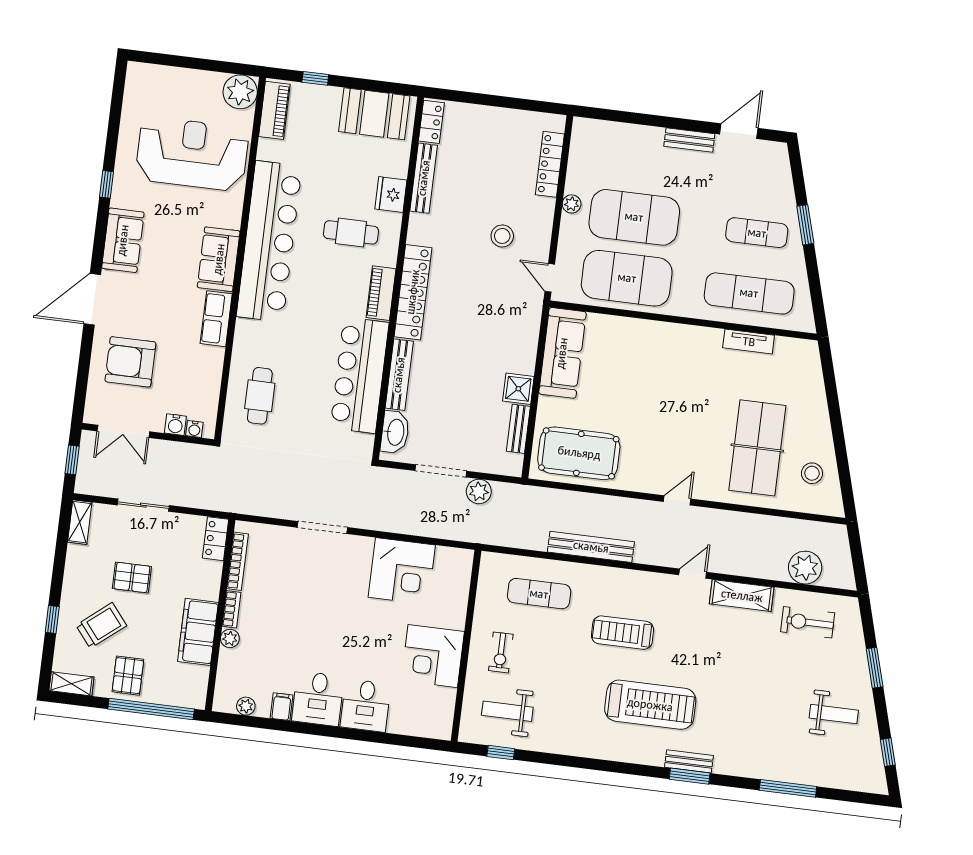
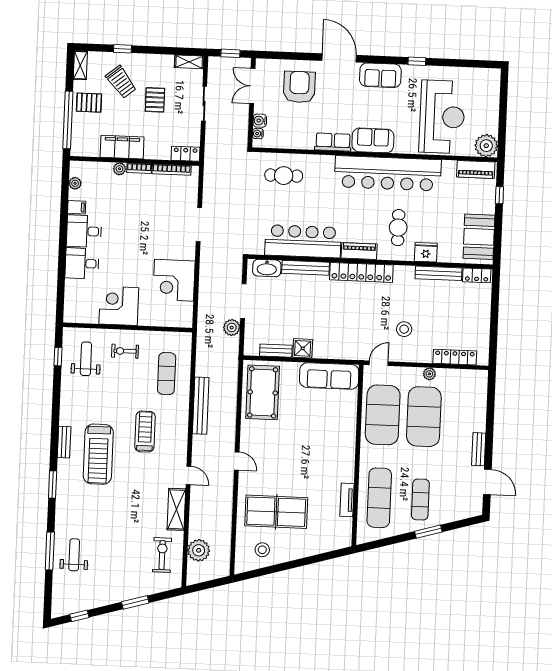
weight bench: (834, 714) -> (74, 555), moved, turned 180
bench: (689, 761) -> (64, 442), moved

